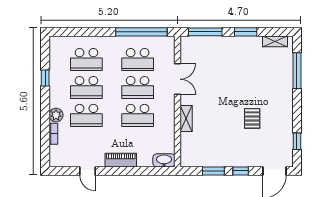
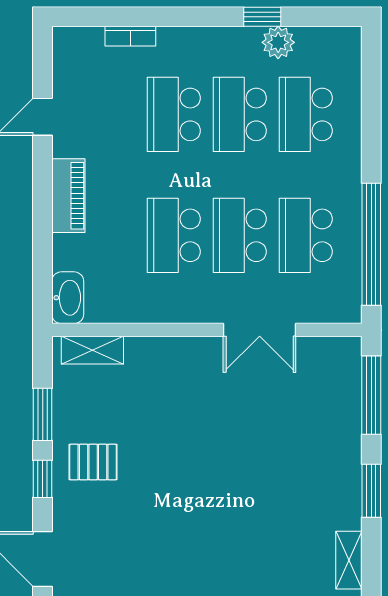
plant: (56, 115) -> (278, 42), moved
pallet: (252, 118) -> (93, 462), moved
shelving: (186, 119) -> (92, 350), moved

